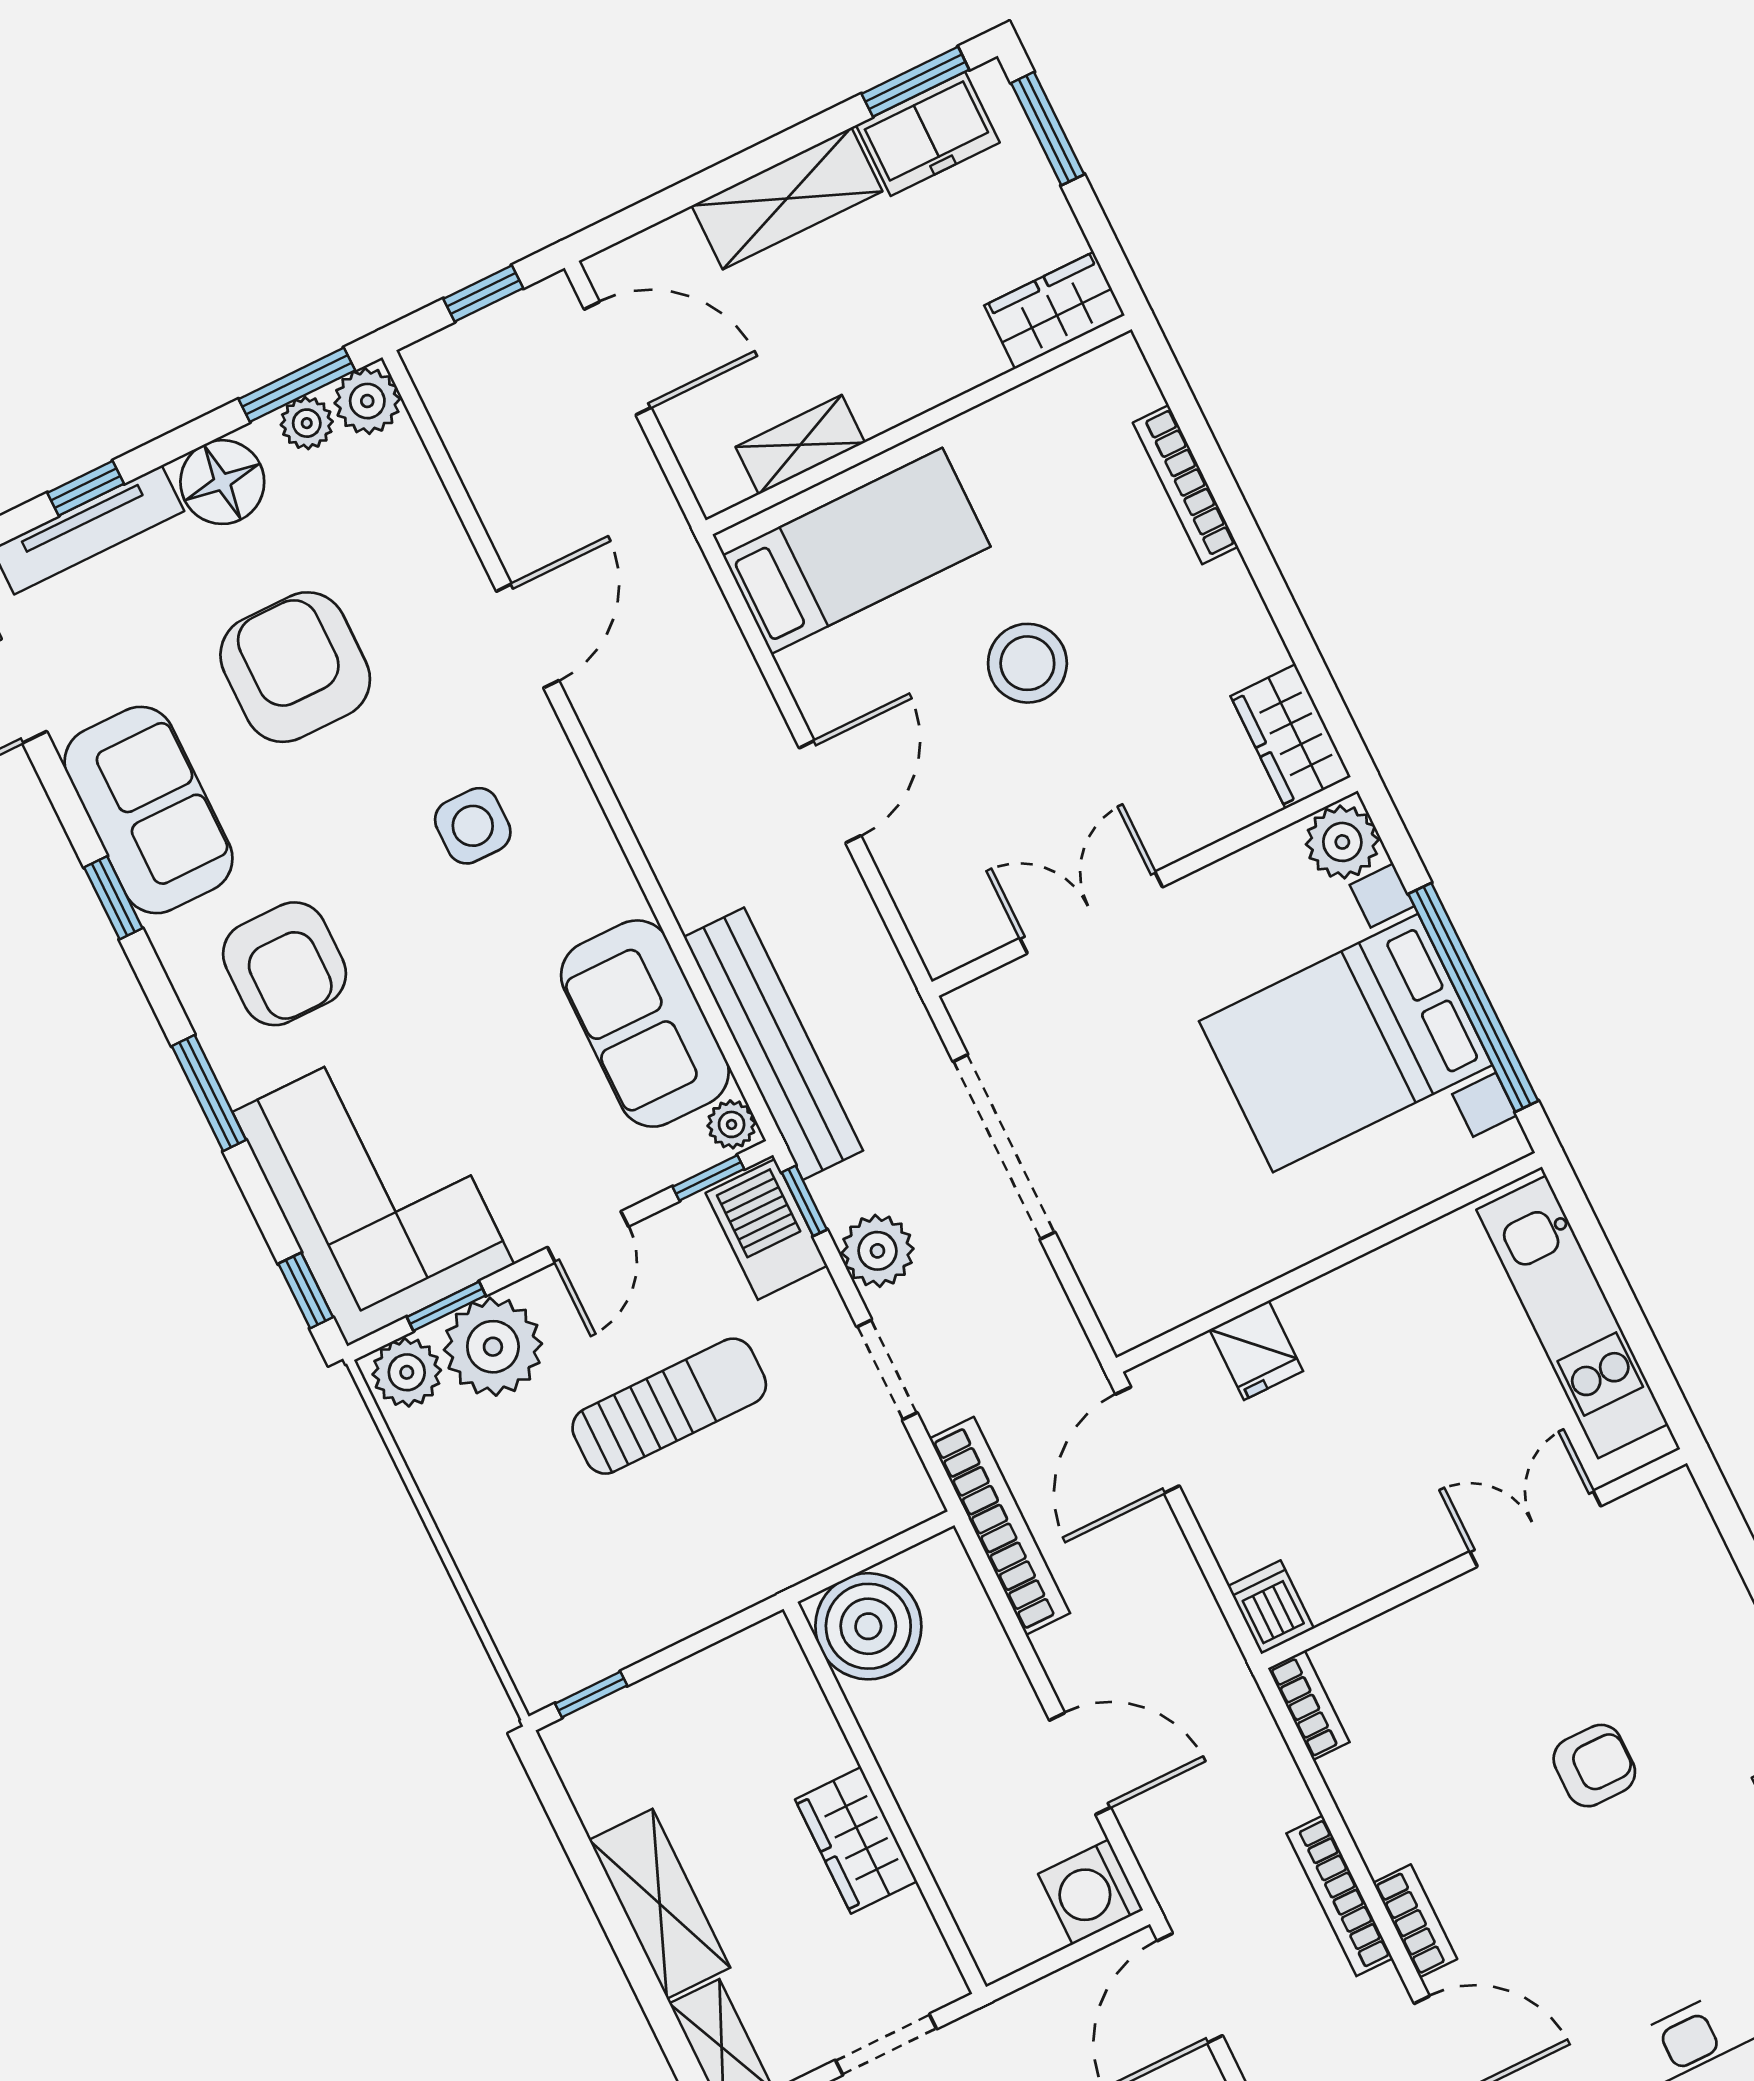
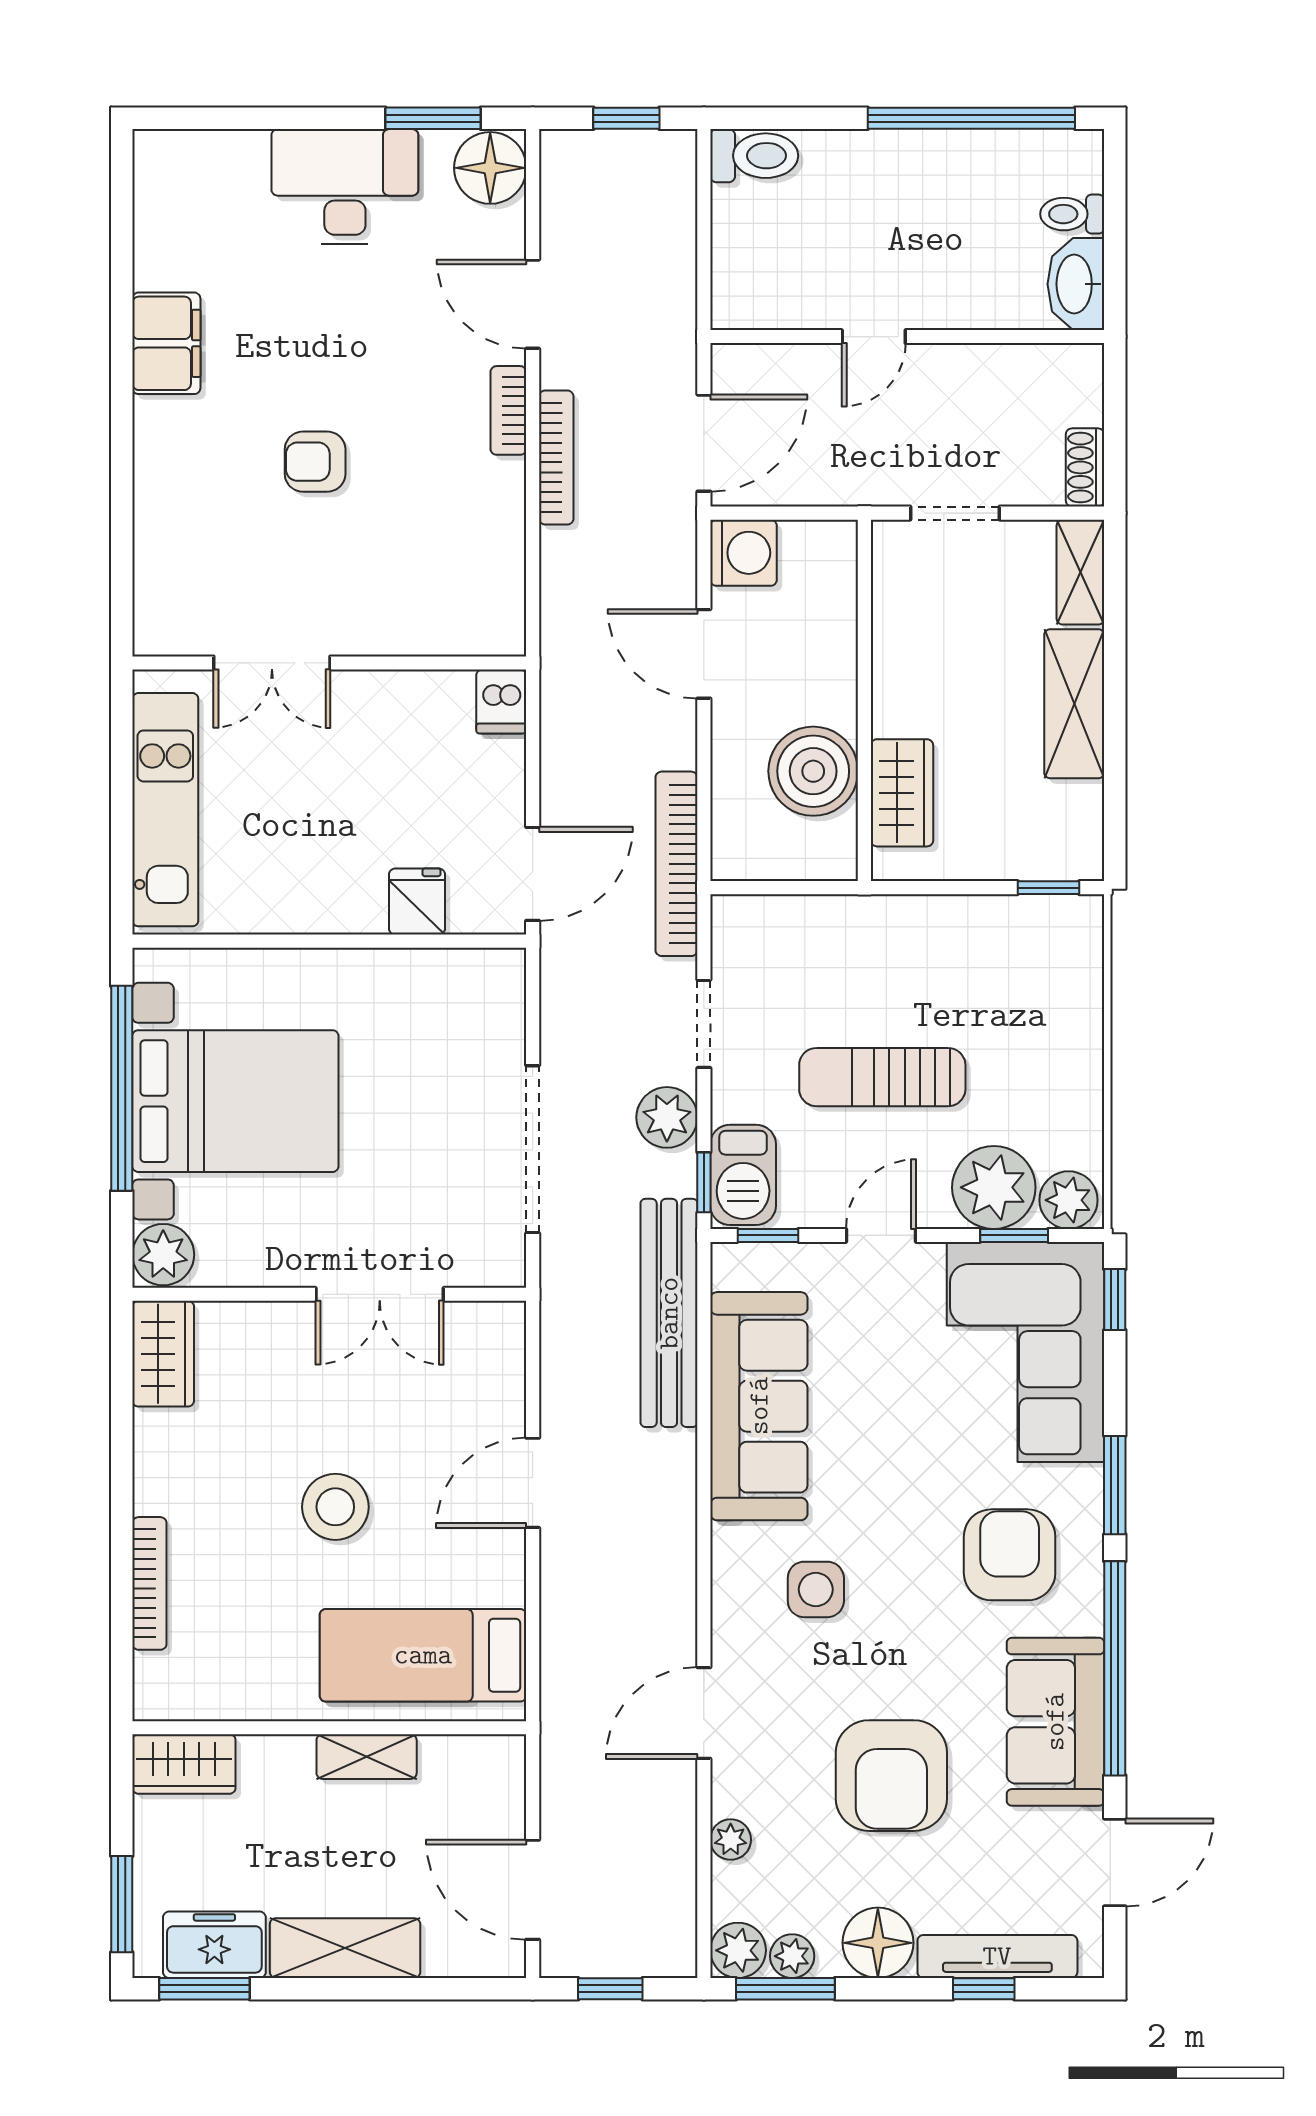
shelving: (800, 445) -> (367, 1757), moved
window: (113, 898) -> (1115, 1668), width x3.17
sofa: (645, 1024) -> (759, 1406), width x1.36
plant: (732, 1124) -> (731, 1840), moved
boiler: (868, 1626) -> (813, 771), moved
bookcase: (1309, 1705) -> (509, 613), removed
wardrobe: (856, 1840) -> (902, 793), moved

